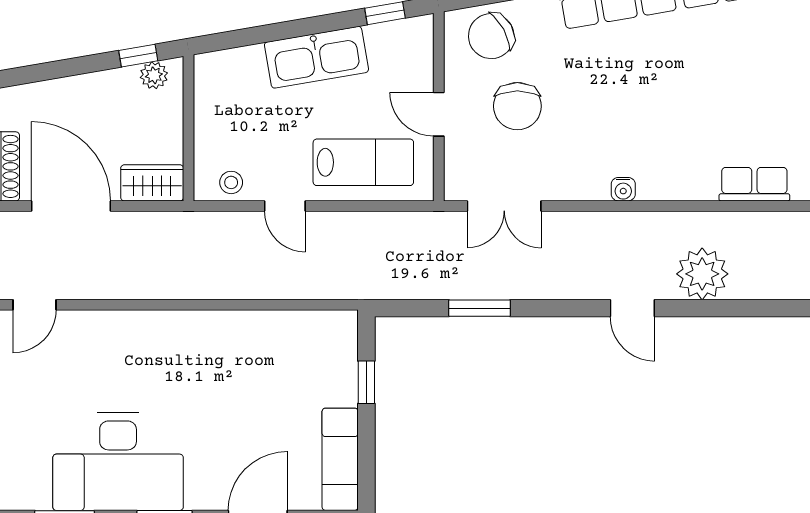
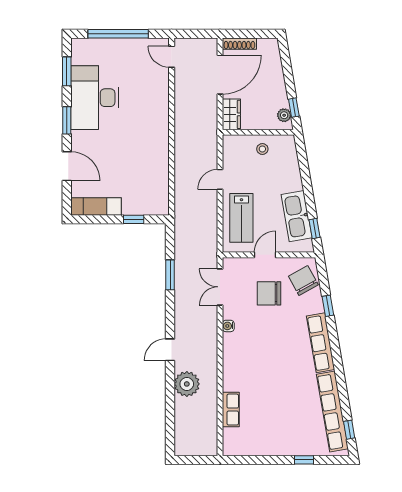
kitchen sink: (316, 57) -> (297, 216), moved
stool: (231, 182) -> (262, 149), moved
water cooler: (623, 189) -> (228, 326), moved

